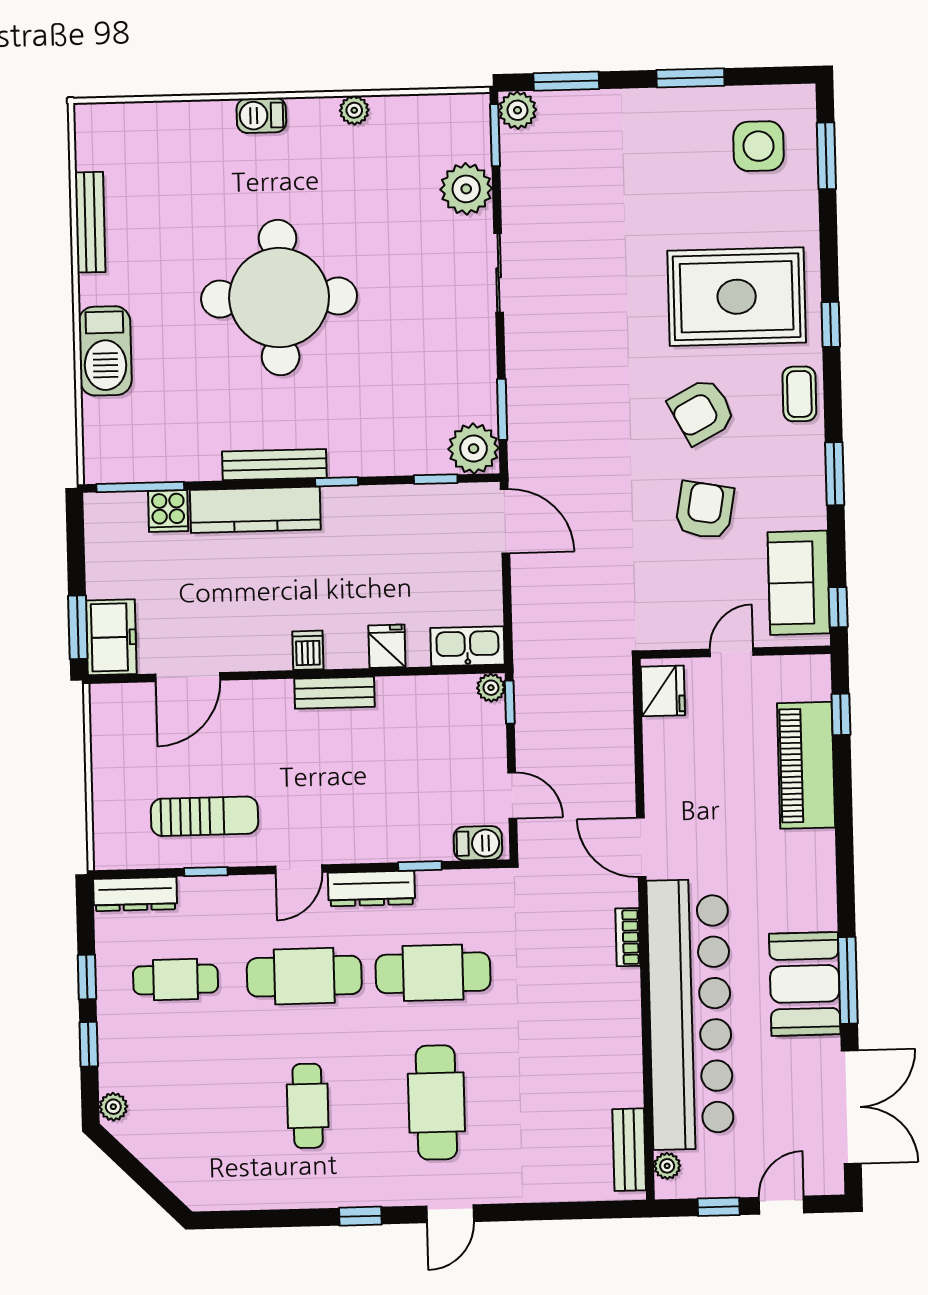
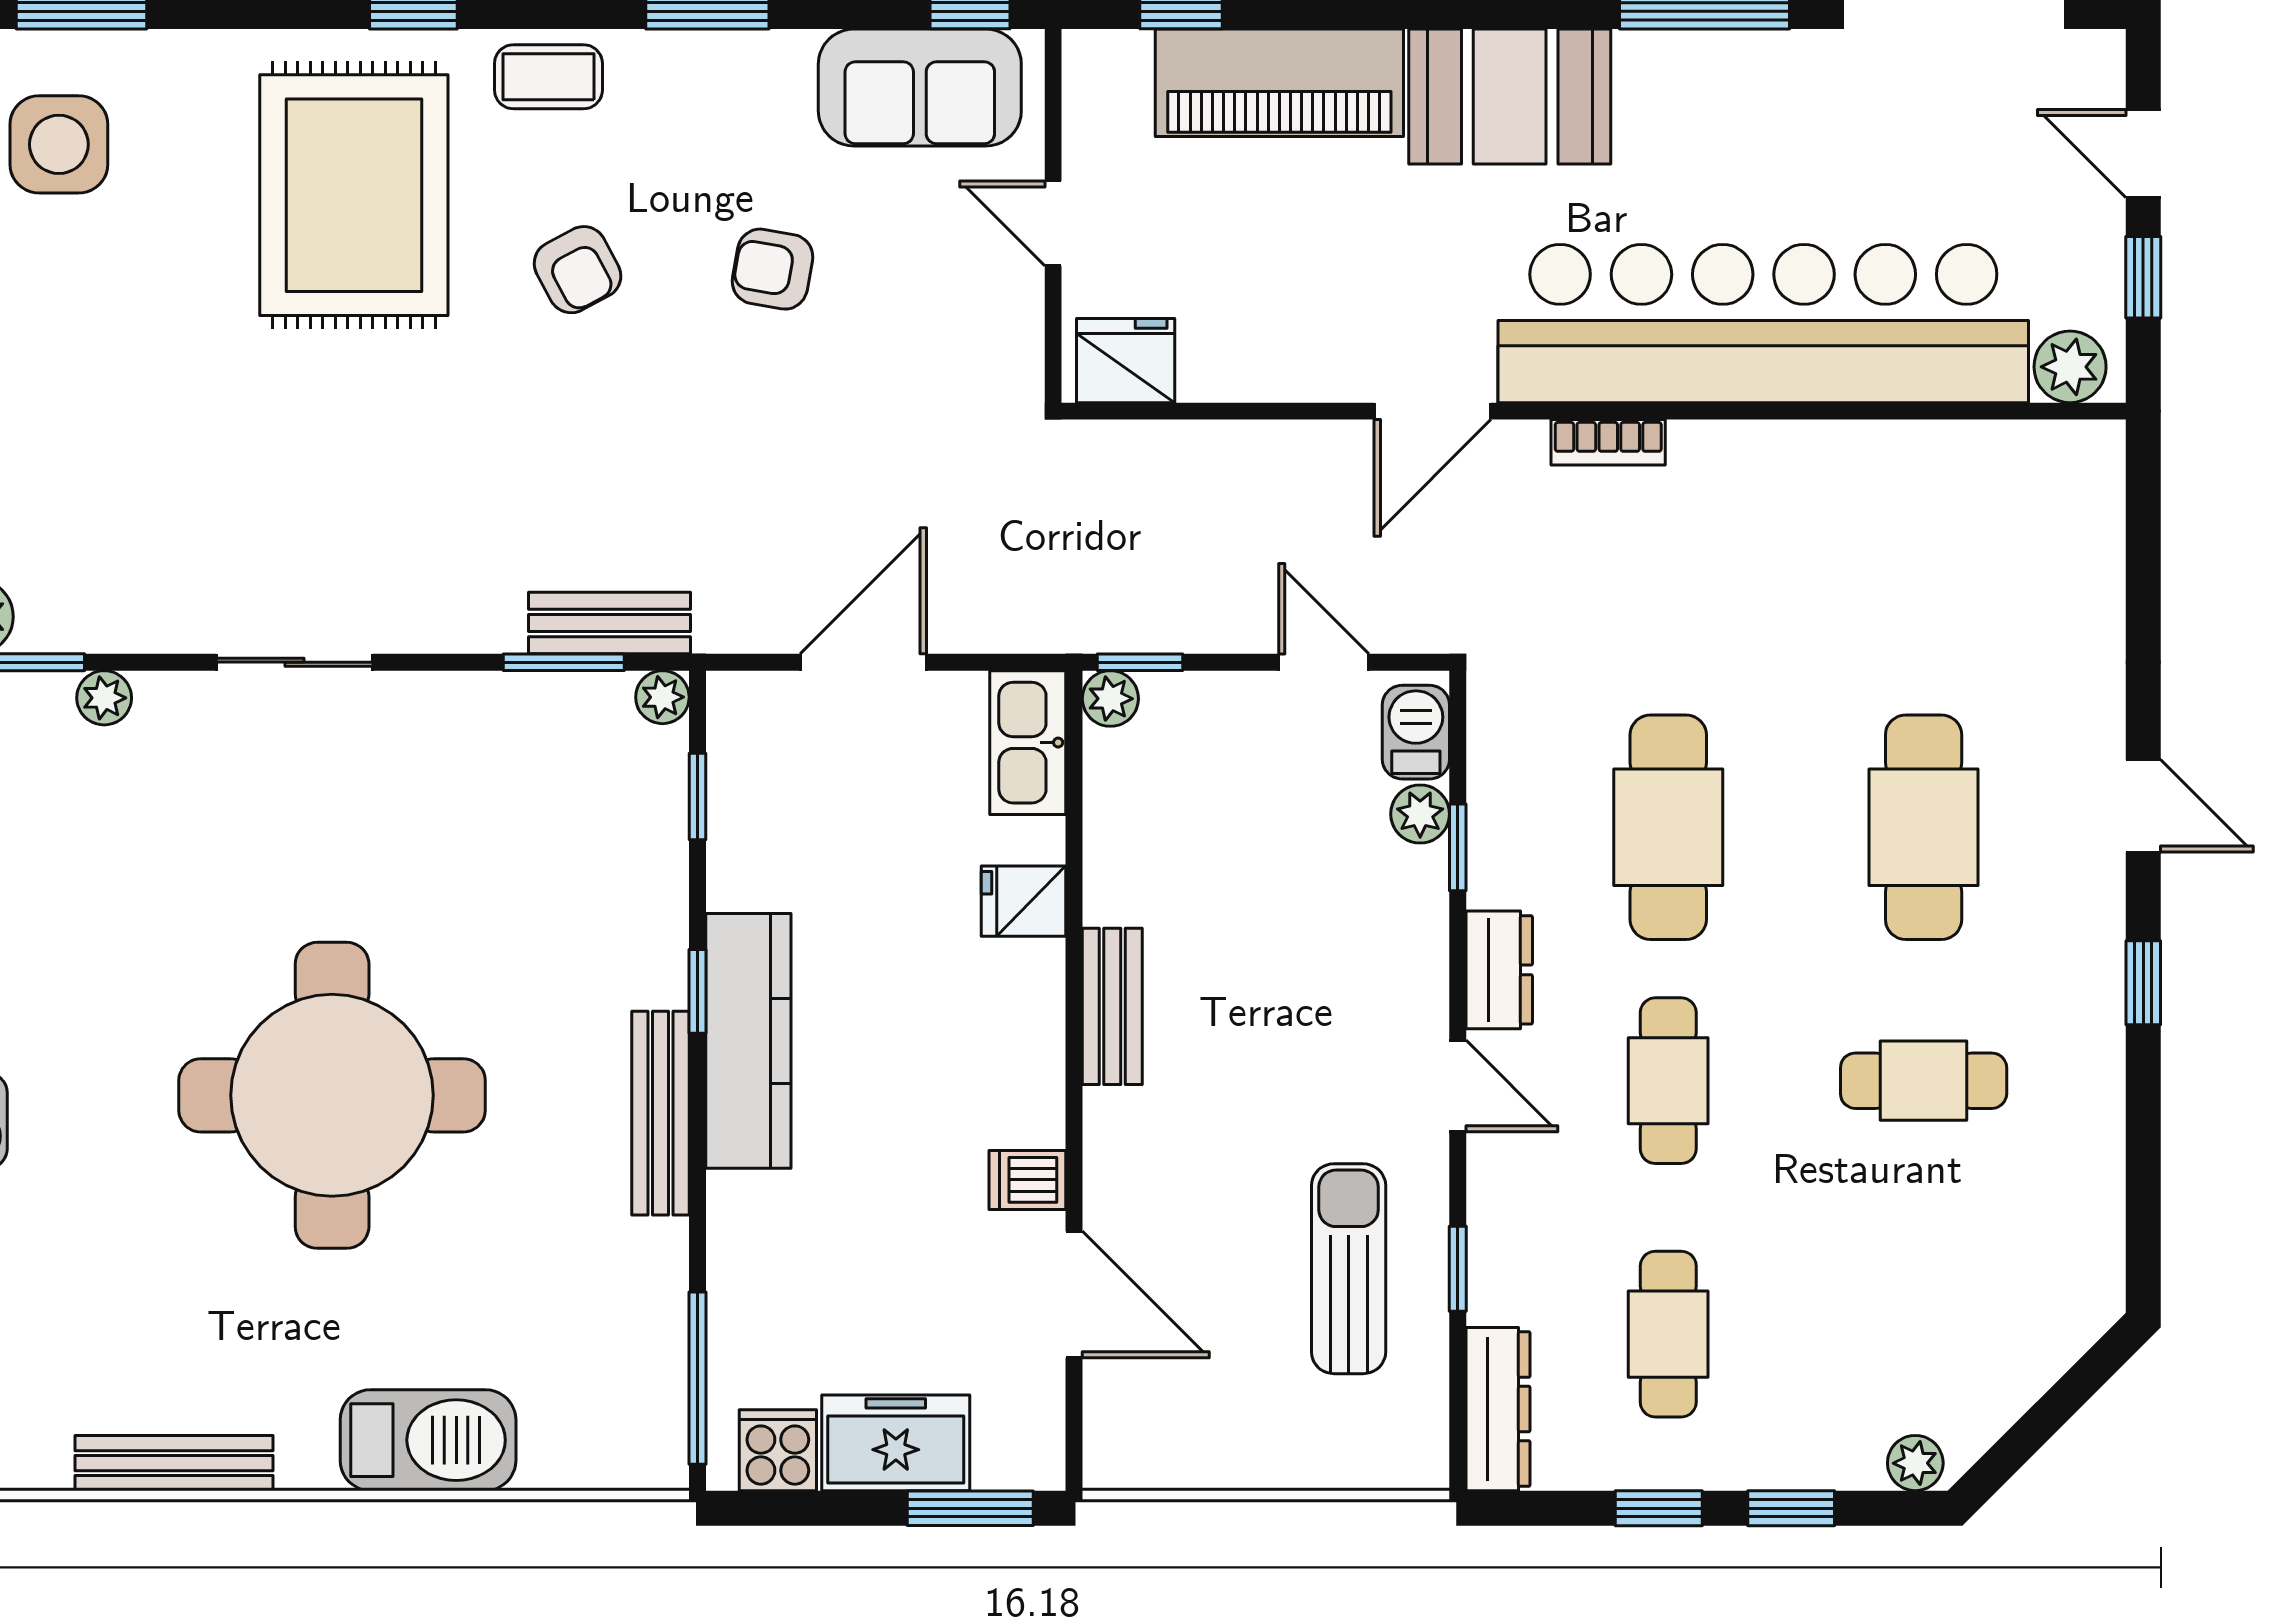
plant: (466, 189) -> (104, 698), width x0.53, depth x0.53
armchair: (702, 411) -> (578, 270), width x0.72, depth x0.72
plant: (474, 449) -> (662, 697), width x0.53, depth x0.53
kitchen counter: (255, 510) -> (748, 1041), moved
armchair: (705, 510) -> (772, 269), width x0.72, depth x0.72
cooker: (168, 511) -> (778, 1450), moved, turned -90
door: (505, 521) -> (863, 662), moved
freezer: (111, 637) -> (896, 1443), moved
dishwasher: (308, 650) -> (1027, 1180), moved
door: (512, 796) -> (1324, 662), hinge flipped
plant: (436, 846) -> (1420, 814), added
dresser: (371, 888) -> (1499, 970), width x0.70
cafe table: (304, 976) -> (1668, 1081), width x0.73, depth x0.74
booth: (805, 984) -> (1510, 97), moved
cafe table: (436, 1102) -> (1924, 827), turned 90
bench: (629, 1150) -> (610, 623), moved
plant: (667, 1166) -> (2070, 367), width x1.38, depth x1.38

